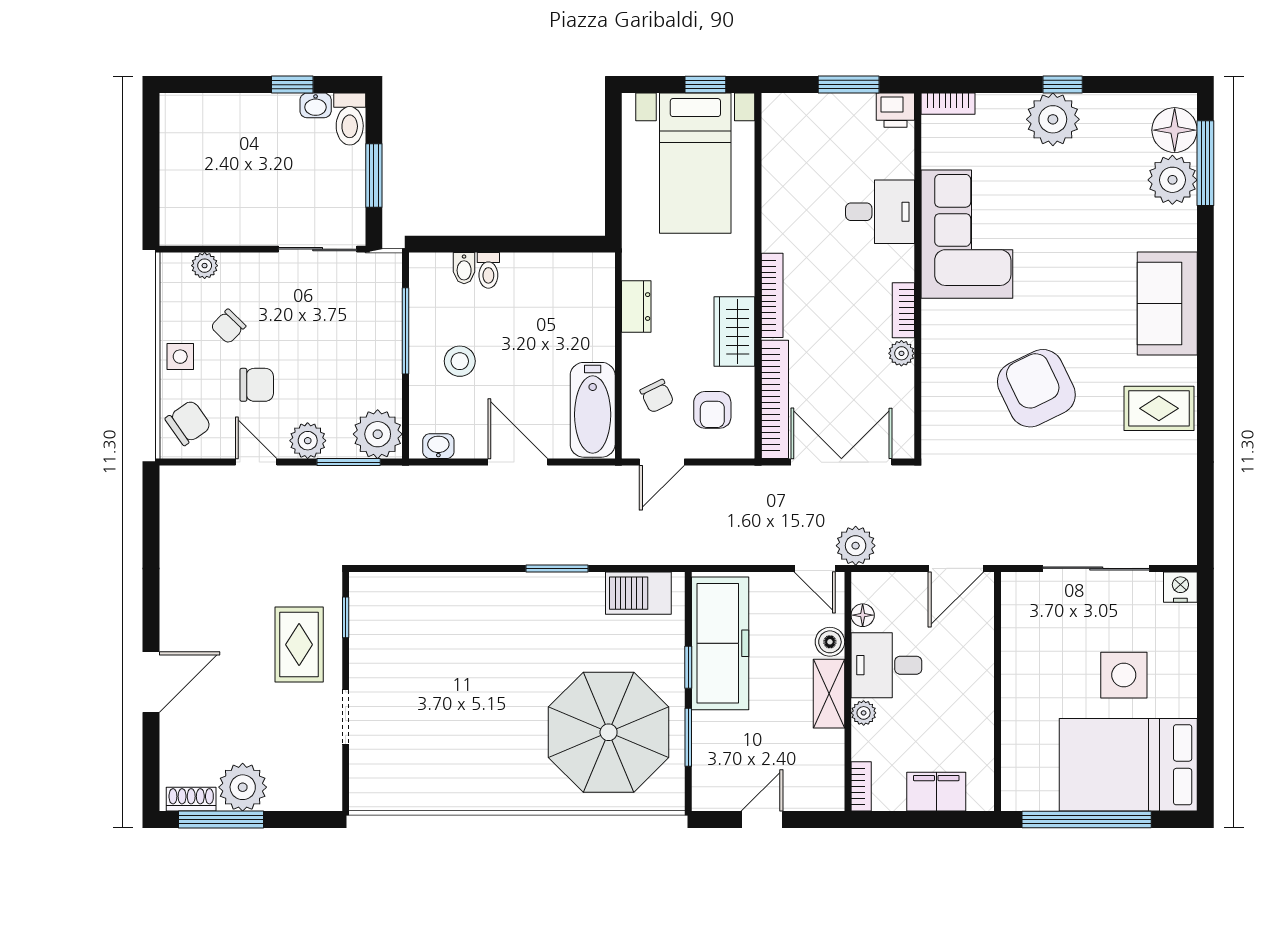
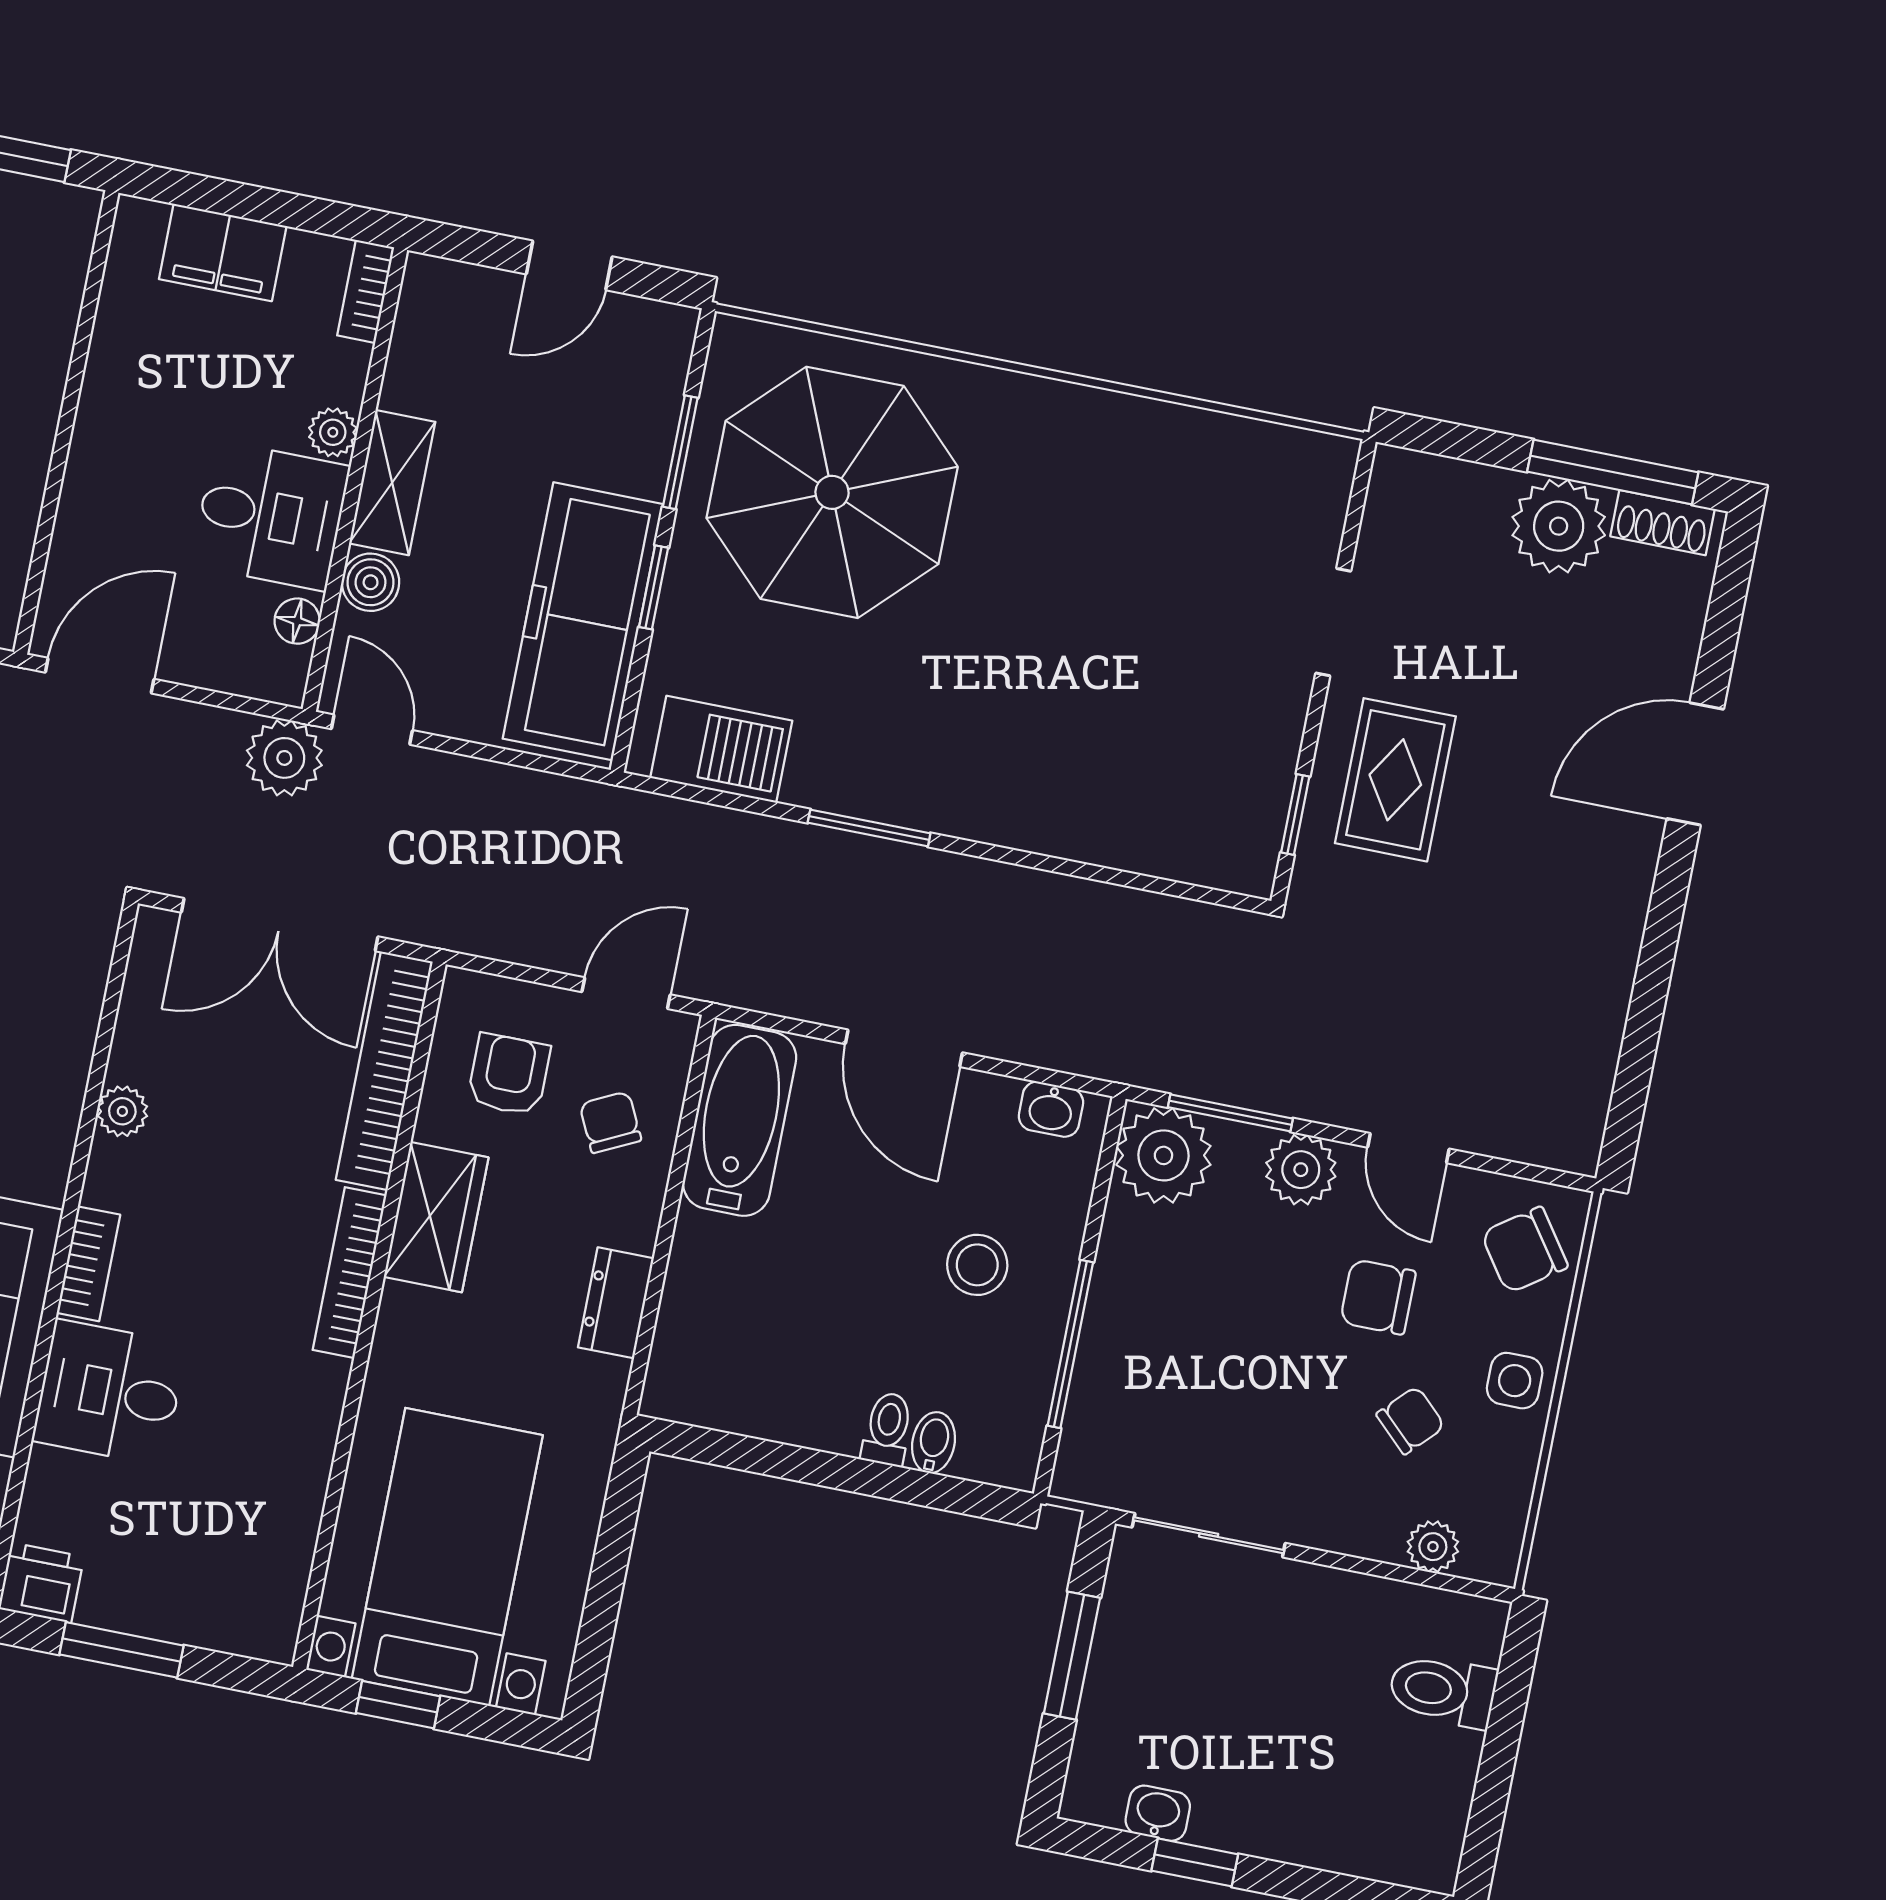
toilet: (350, 119) -> (1443, 1691), moved, turned -90
bookcase: (903, 310) -> (88, 1264), moved

